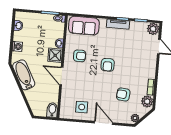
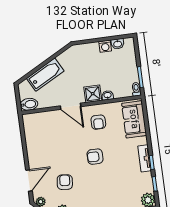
washing machine: (17, 46) -> (105, 46), moved
bathtub: (24, 75) -> (45, 75), moved
door: (61, 76) -> (71, 106), swing flipped
side table: (82, 107) -> (40, 137), removed
door: (104, 123) -> (29, 181), moved

